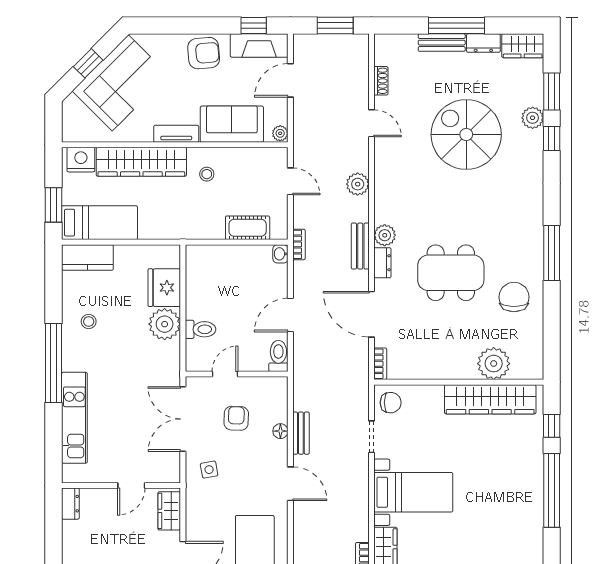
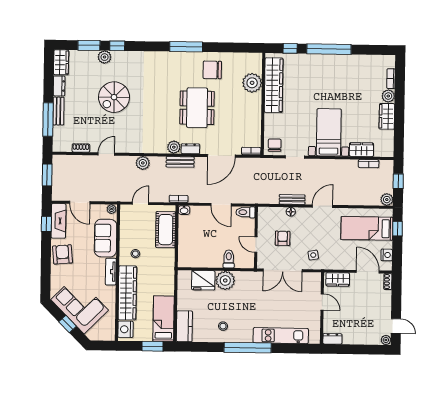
window: (456, 26) -> (48, 120), moved
spiral stairs: (466, 135) -> (114, 97), width x0.73, depth x0.73
cot: (248, 228) -> (166, 230), width x1.37, depth x1.34
armchair: (236, 418) -> (283, 238), turned 88

